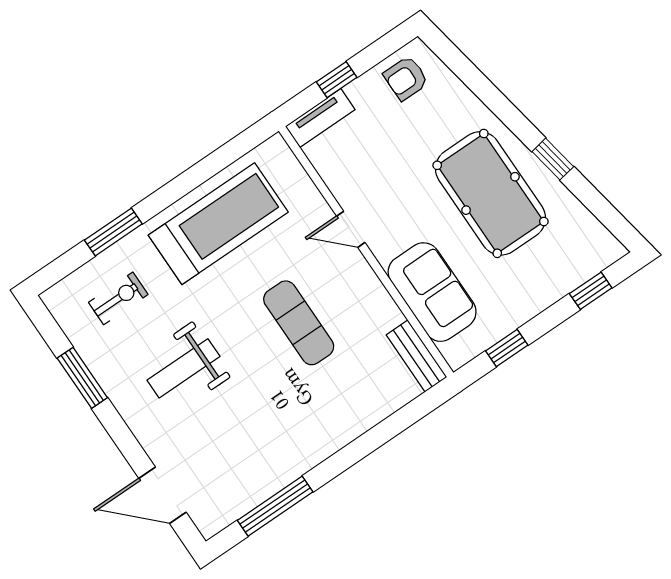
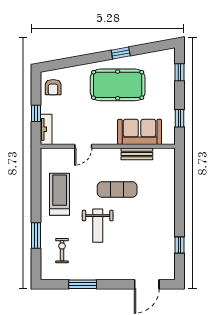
treadmill: (218, 224) -> (60, 194), width x0.73, depth x0.73
door: (351, 229) -> (83, 146), moved
bench: (417, 356) -> (137, 154), moved
weight bench: (183, 368) -> (98, 226), moved
window: (275, 506) -> (179, 245), width x0.46

